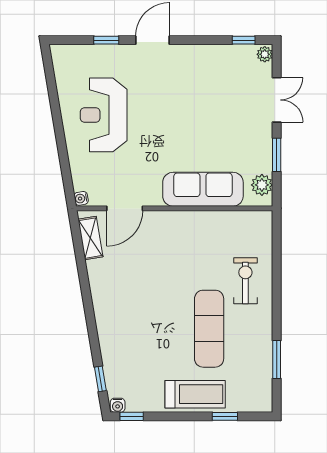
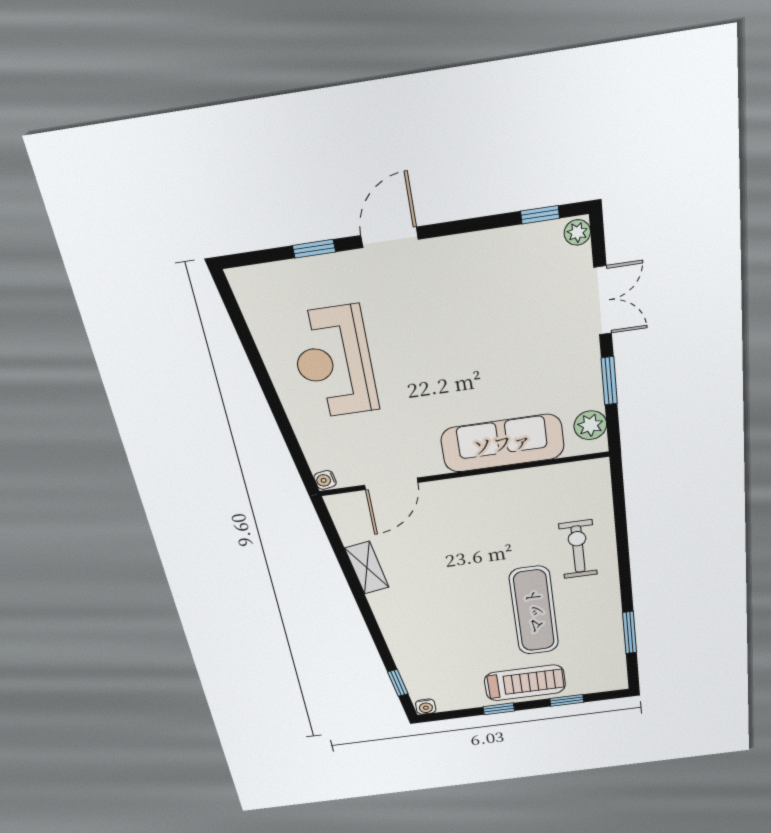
shelving: (90, 238) -> (367, 568), moved
window: (132, 416) -> (499, 709), moved

